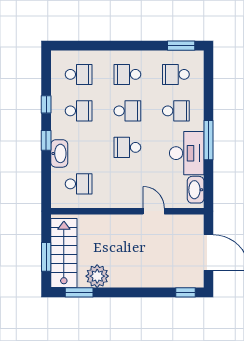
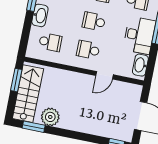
school desk: (127, 184) -> (88, 50), added
door: (154, 211) -> (105, 75), swing flipped
window: (46, 257) -> (16, 80), moved

